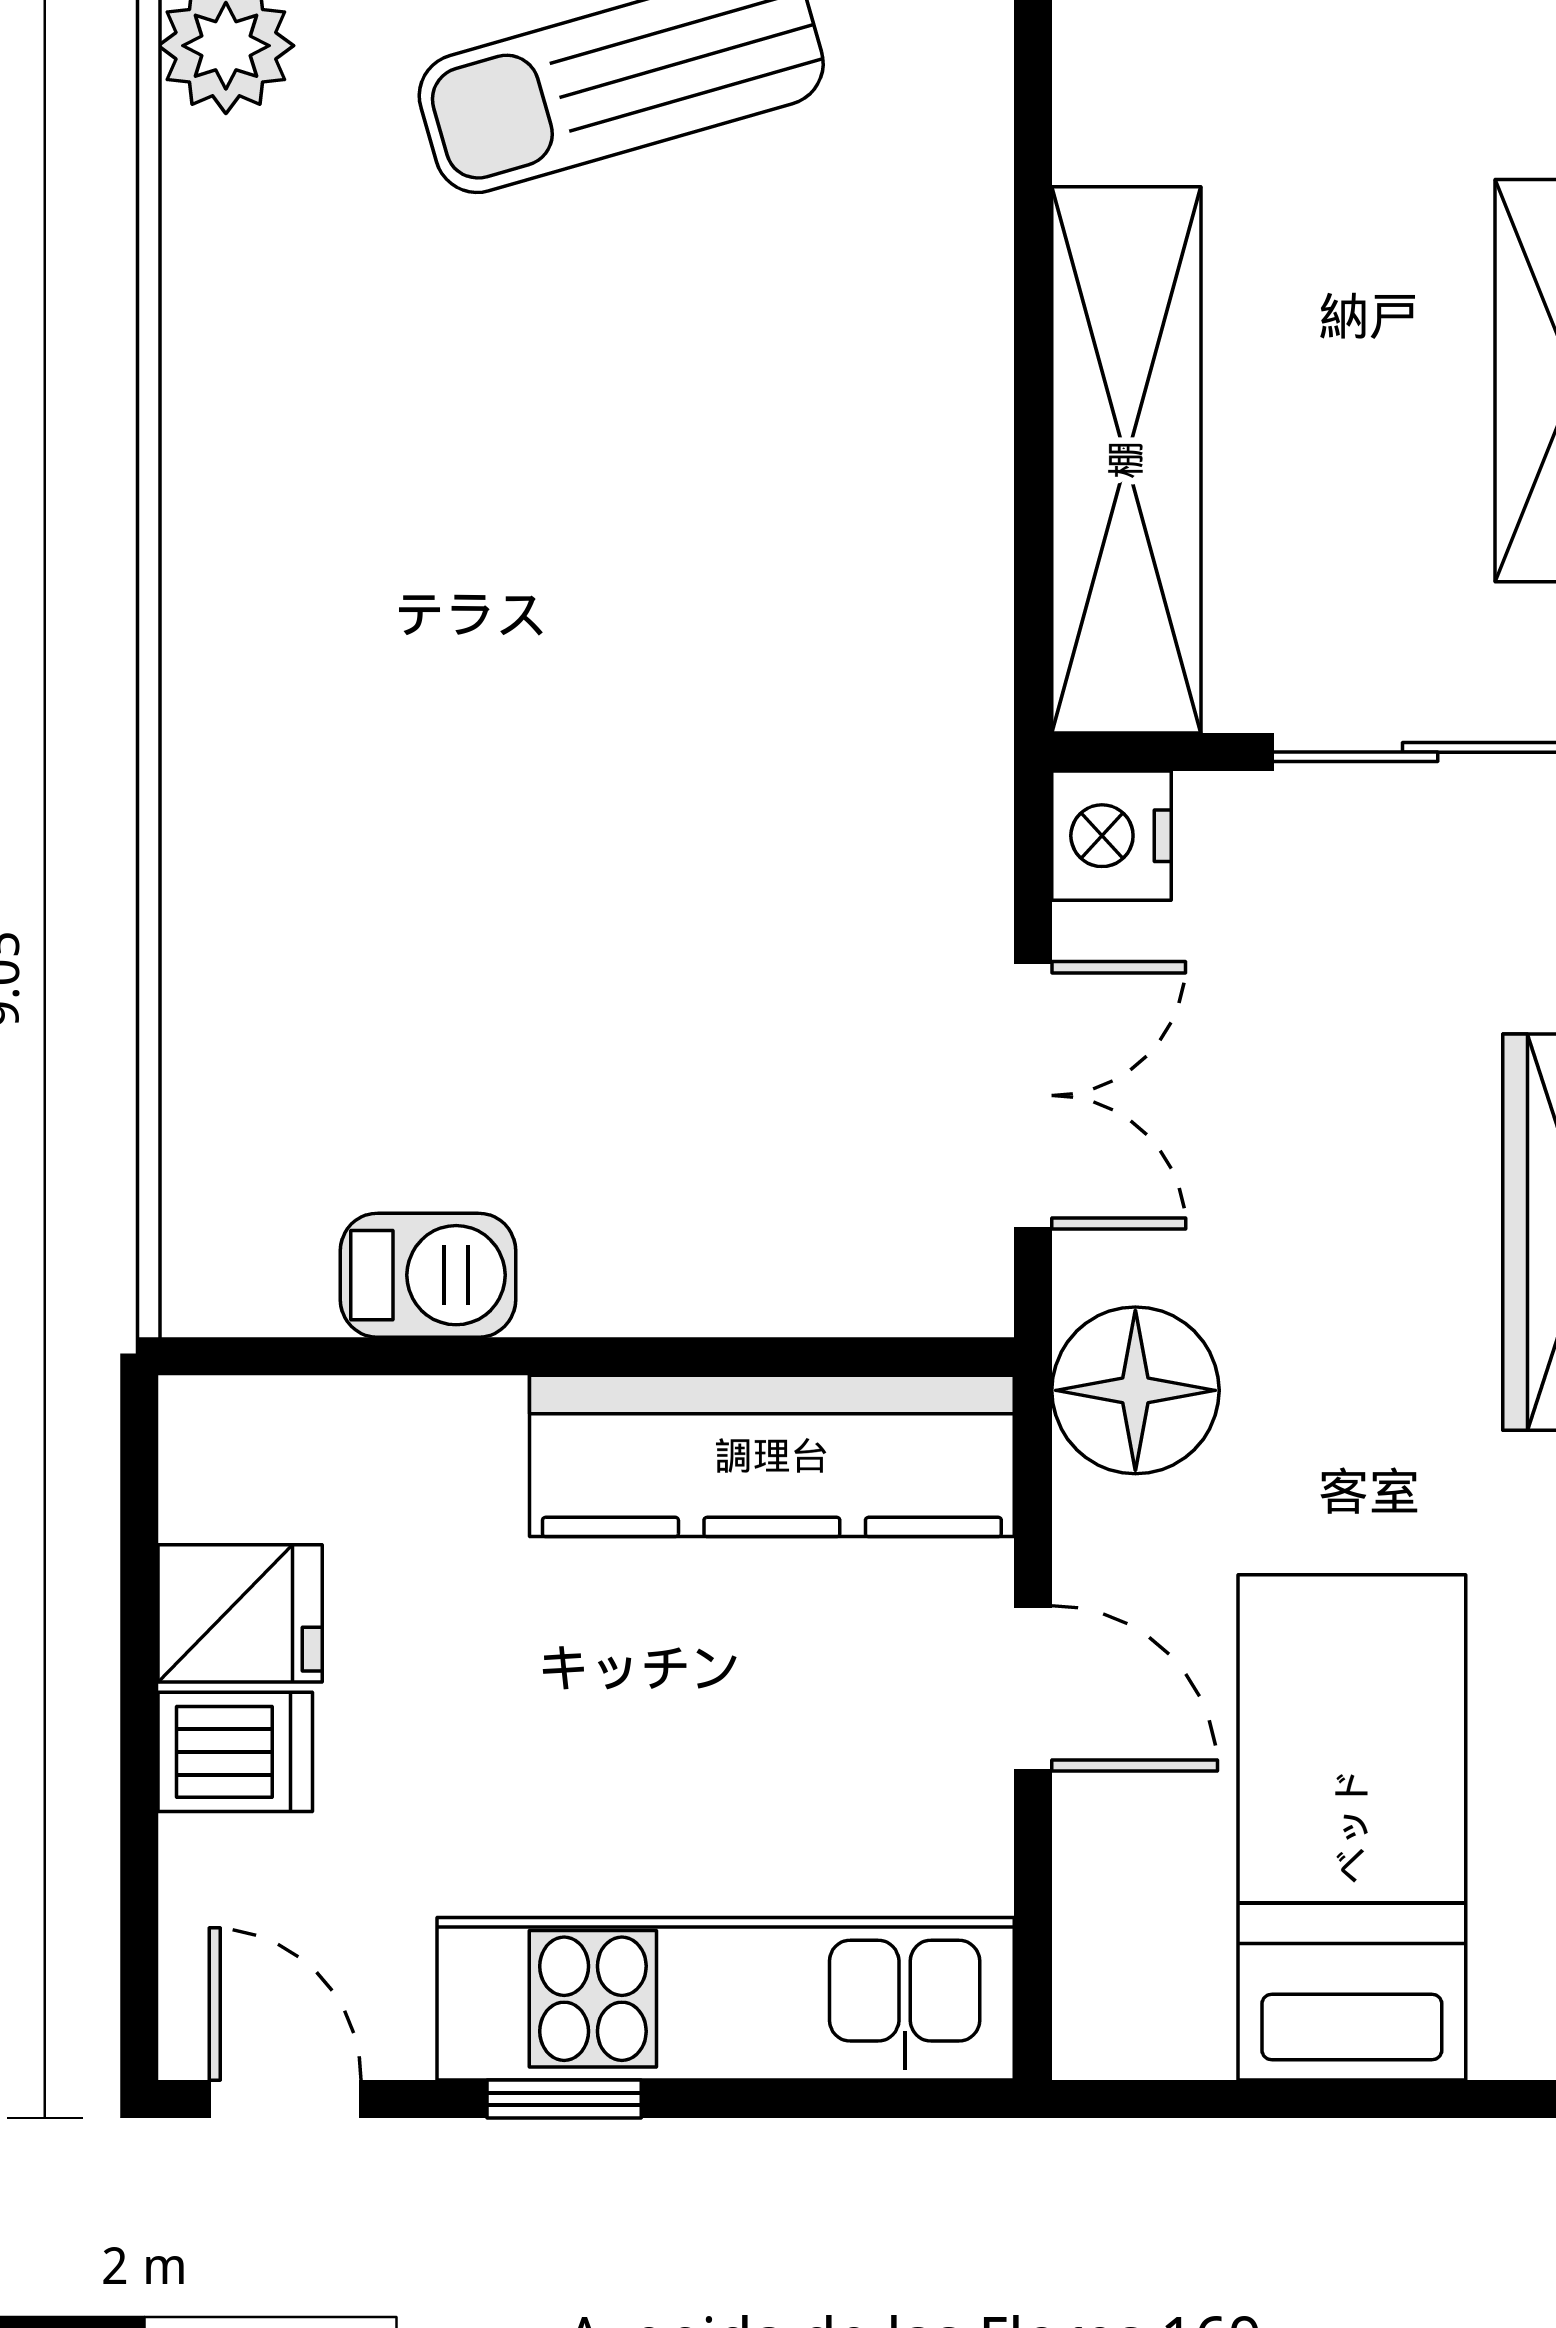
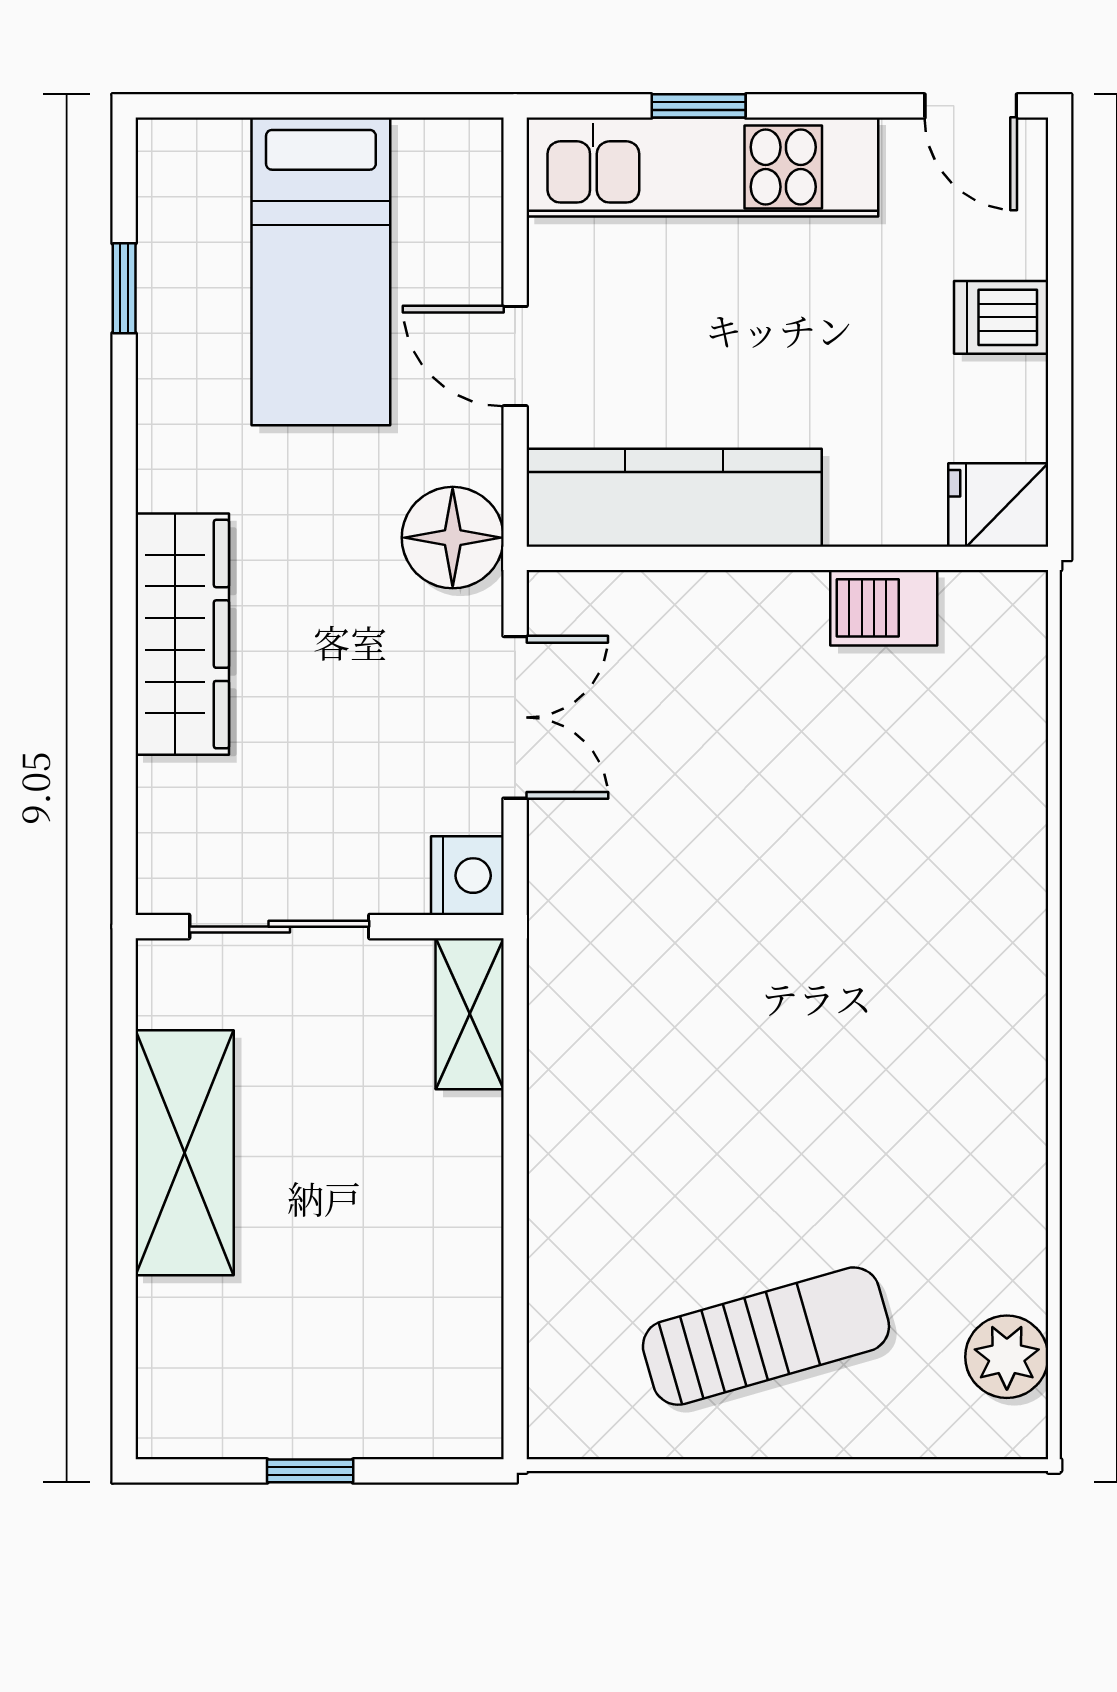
shelving: (1126, 460) -> (470, 1014), width x0.45, depth x0.75
double door: (1033, 1095) -> (515, 717), swing flipped
fridge: (240, 1613) -> (998, 505), moved
window: (564, 2099) -> (699, 106), moved

